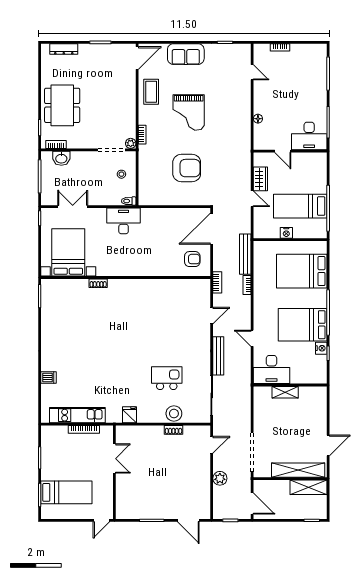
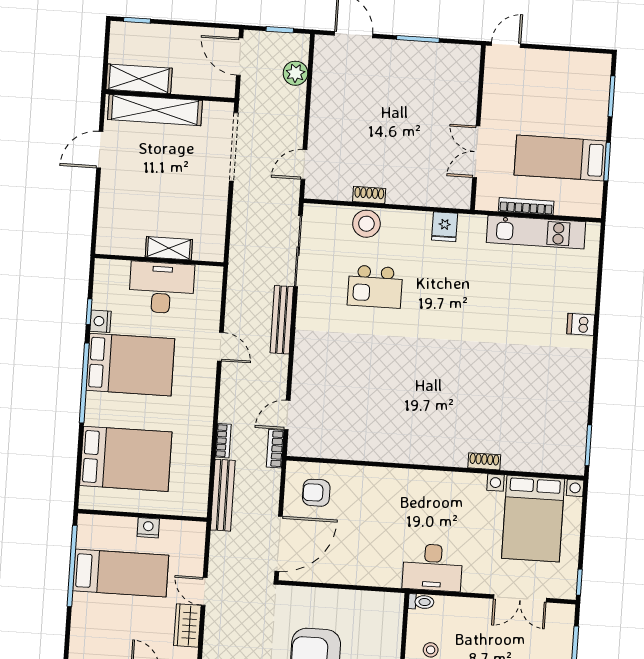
door: (212, 316) -> (287, 415), moved
desk: (272, 370) -> (162, 288), moved
dishwasher: (49, 378) -> (581, 324), moved
plant: (220, 478) -> (295, 73), moved
bed: (66, 492) -> (560, 158), moved

